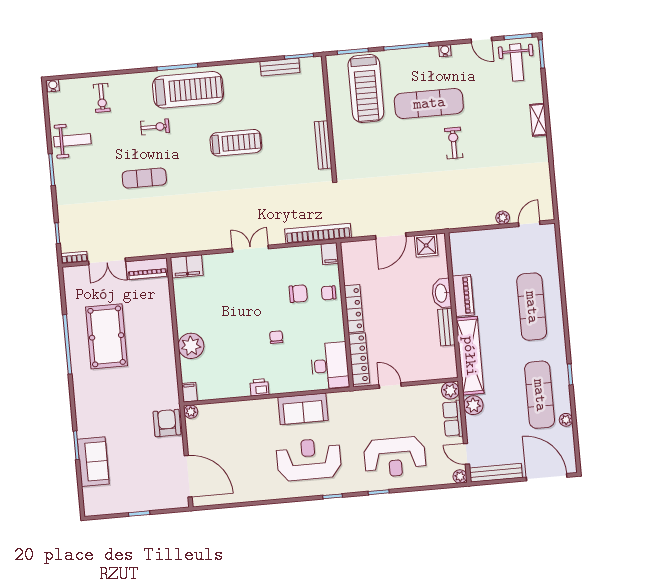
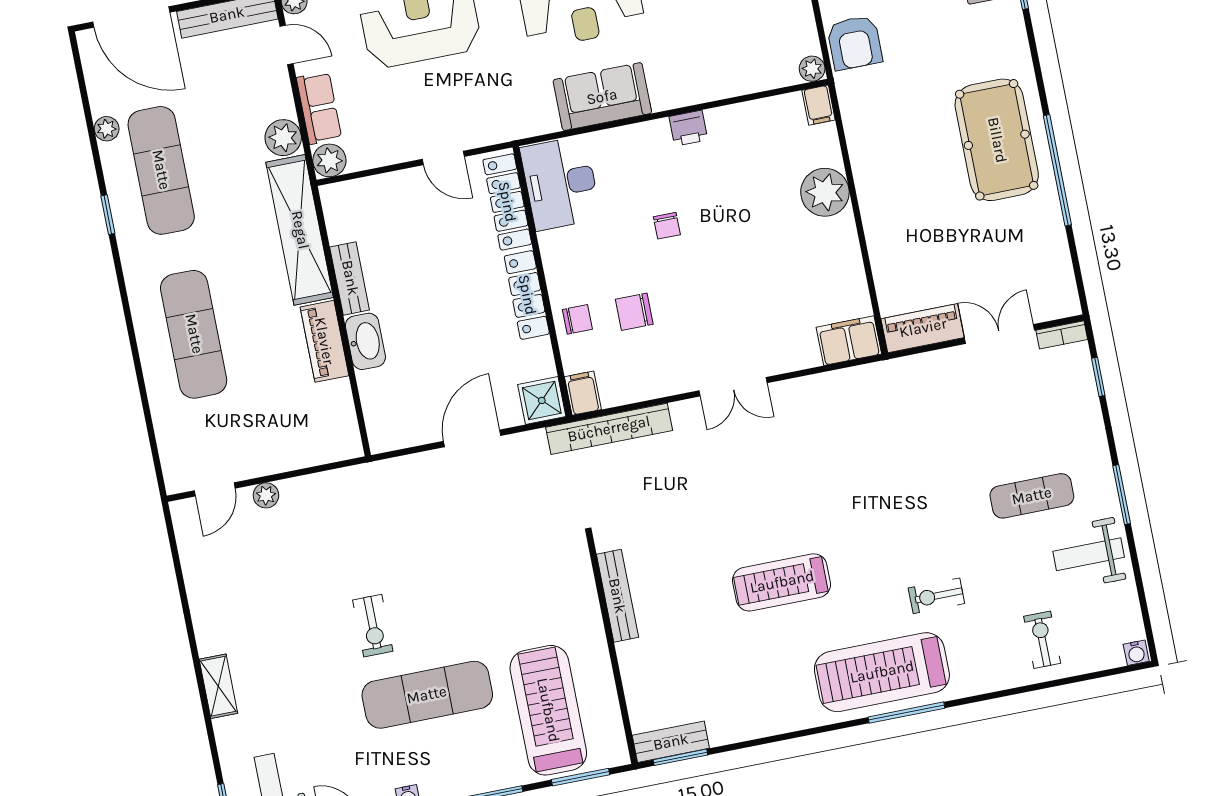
bench: (280, 67) -> (671, 742), moved
exercise mat: (144, 178) -> (1032, 496), moved
shower: (426, 245) -> (542, 400), moved
pool table: (107, 336) -> (997, 140), moved

